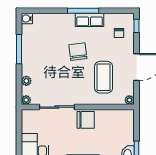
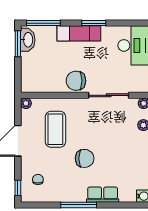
row of seats: (90, 20) -> (103, 195), moved
chair: (78, 52) -> (85, 158), turned -83

